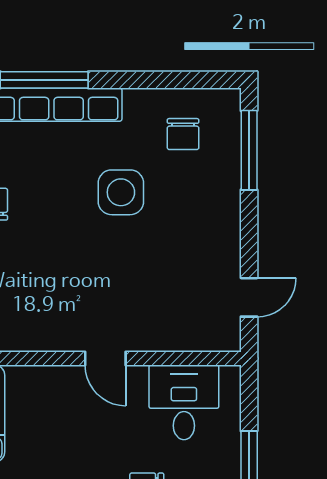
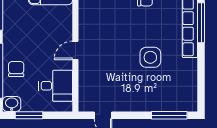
chair: (183, 134) -> (177, 85), removed

